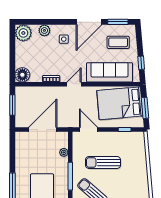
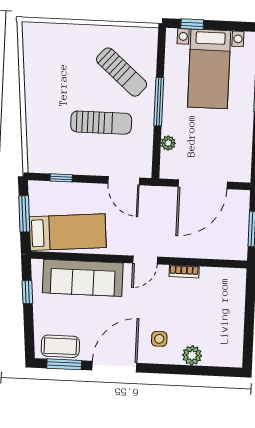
plant: (23, 33) -> (229, 353), removed
coffee table: (118, 42) -> (60, 346), moved
floor lamp: (22, 75) -> (234, 280), removed
bed: (120, 103) -> (68, 232), width x0.67

